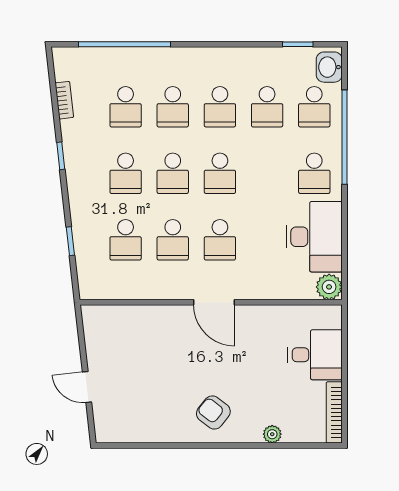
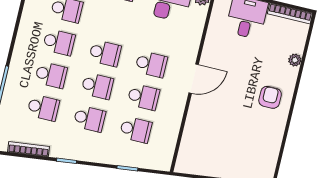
bookcase: (64, 100) -> (29, 149), width x1.56
armchair: (213, 413) -> (270, 97), turned 142

